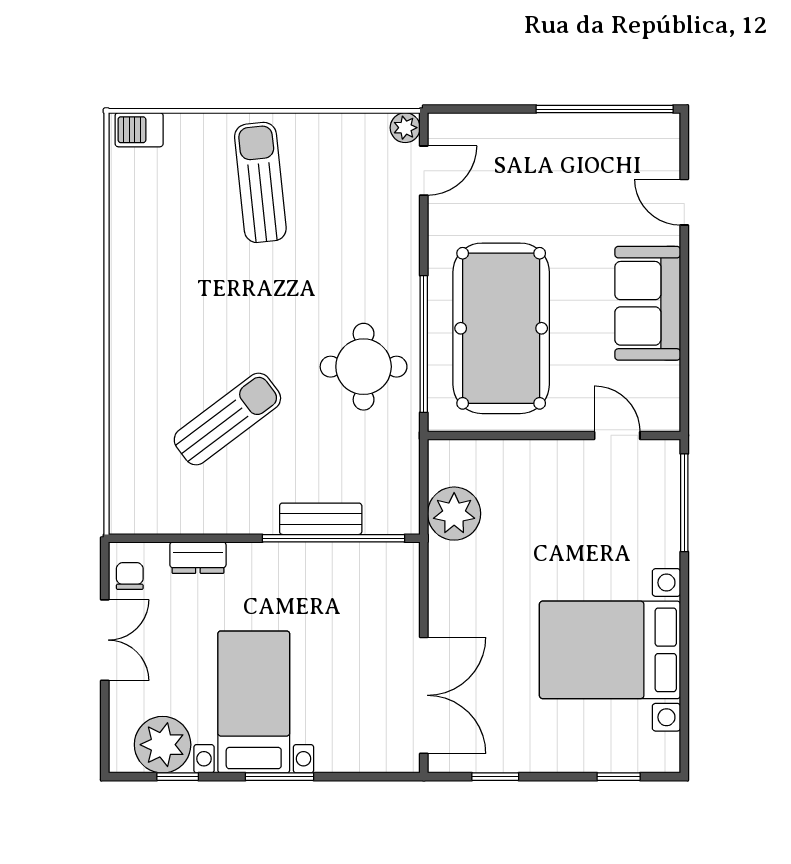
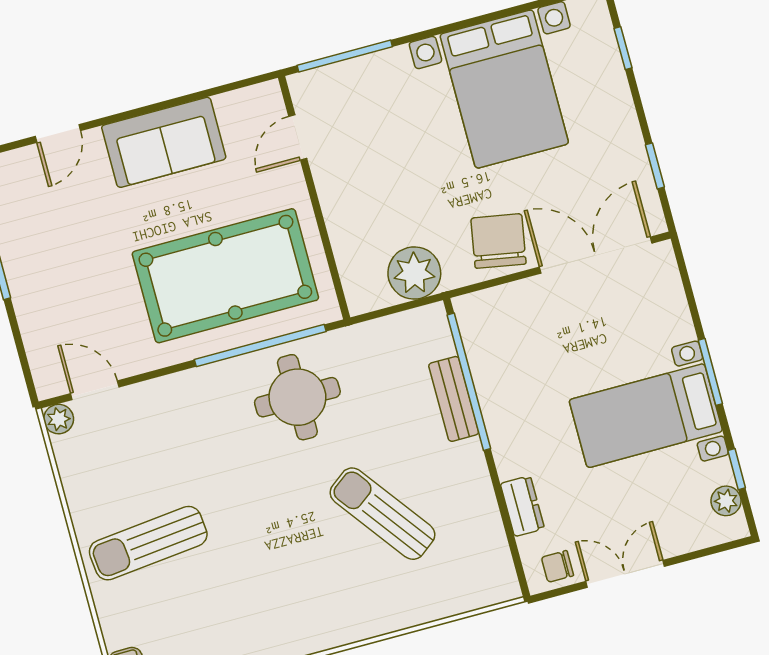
chair: (463, 604) -> (498, 241), added
plant: (163, 745) -> (726, 501), width x0.53, depth x0.53

